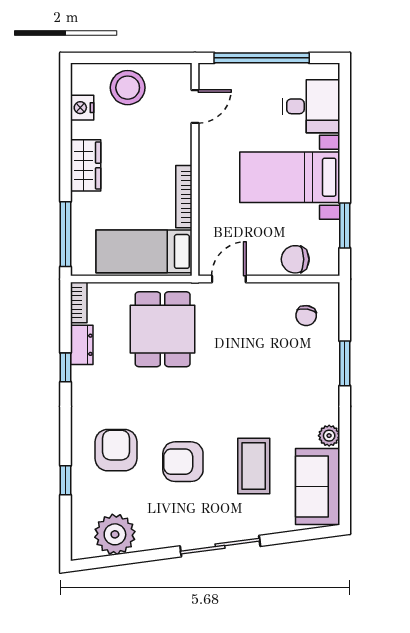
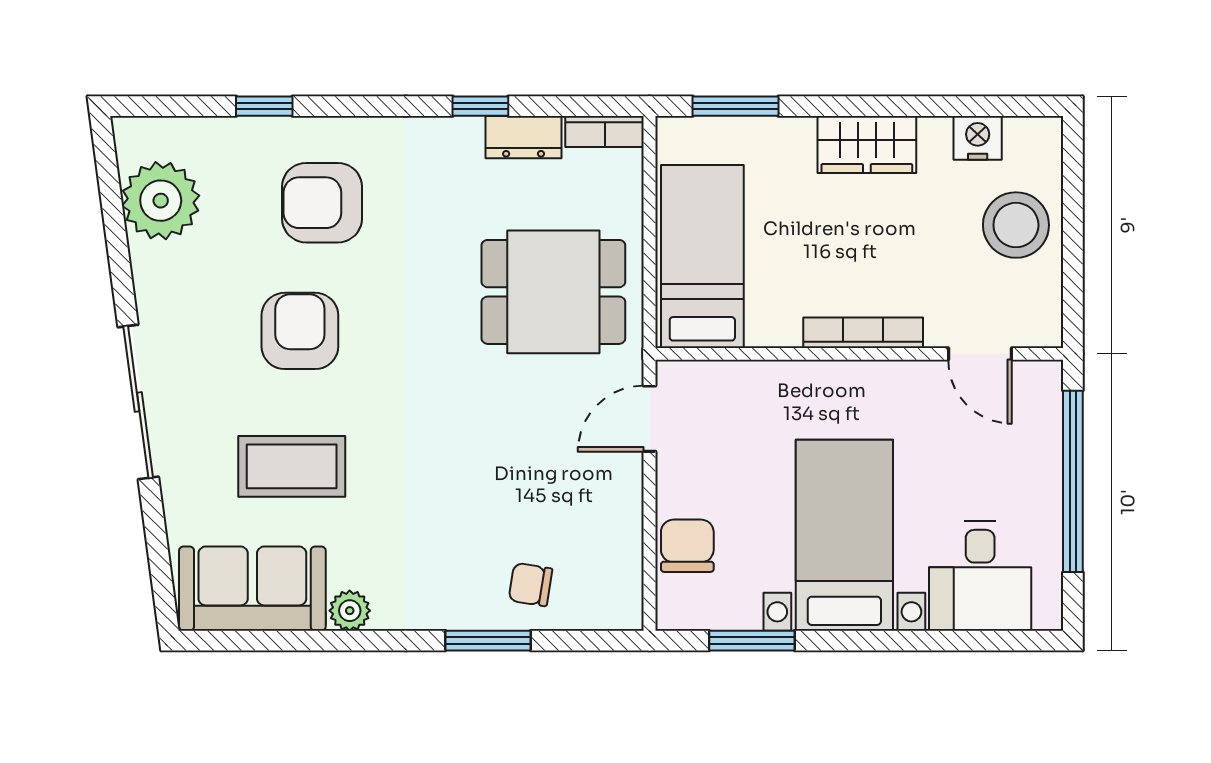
bookcase: (184, 197) -> (863, 333), moved
window: (66, 234) -> (736, 106), width x0.69
door: (229, 279) -> (650, 419), swing flipped
chair: (306, 316) -> (530, 585), moved
armchair: (116, 450) -> (322, 203), turned 180

